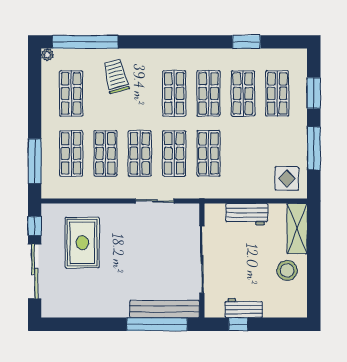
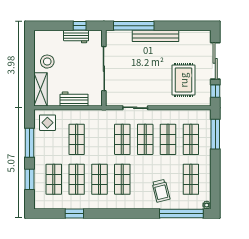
shop shelf: (209, 153) -> (77, 139), moved
bench: (165, 309) -> (156, 36), moved

